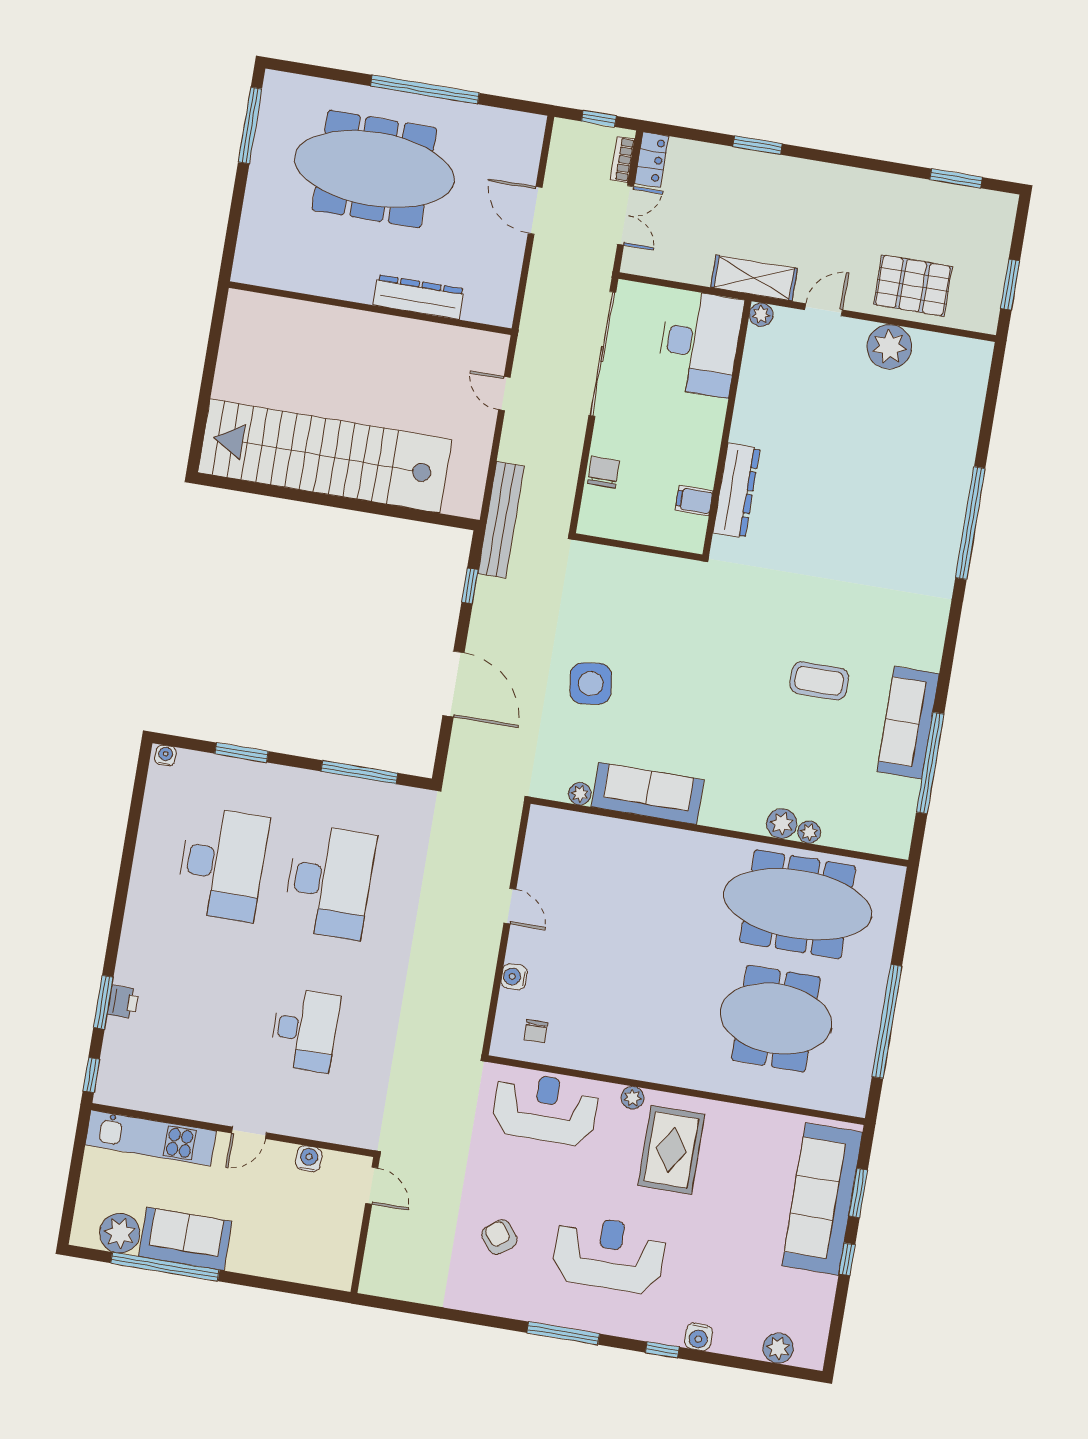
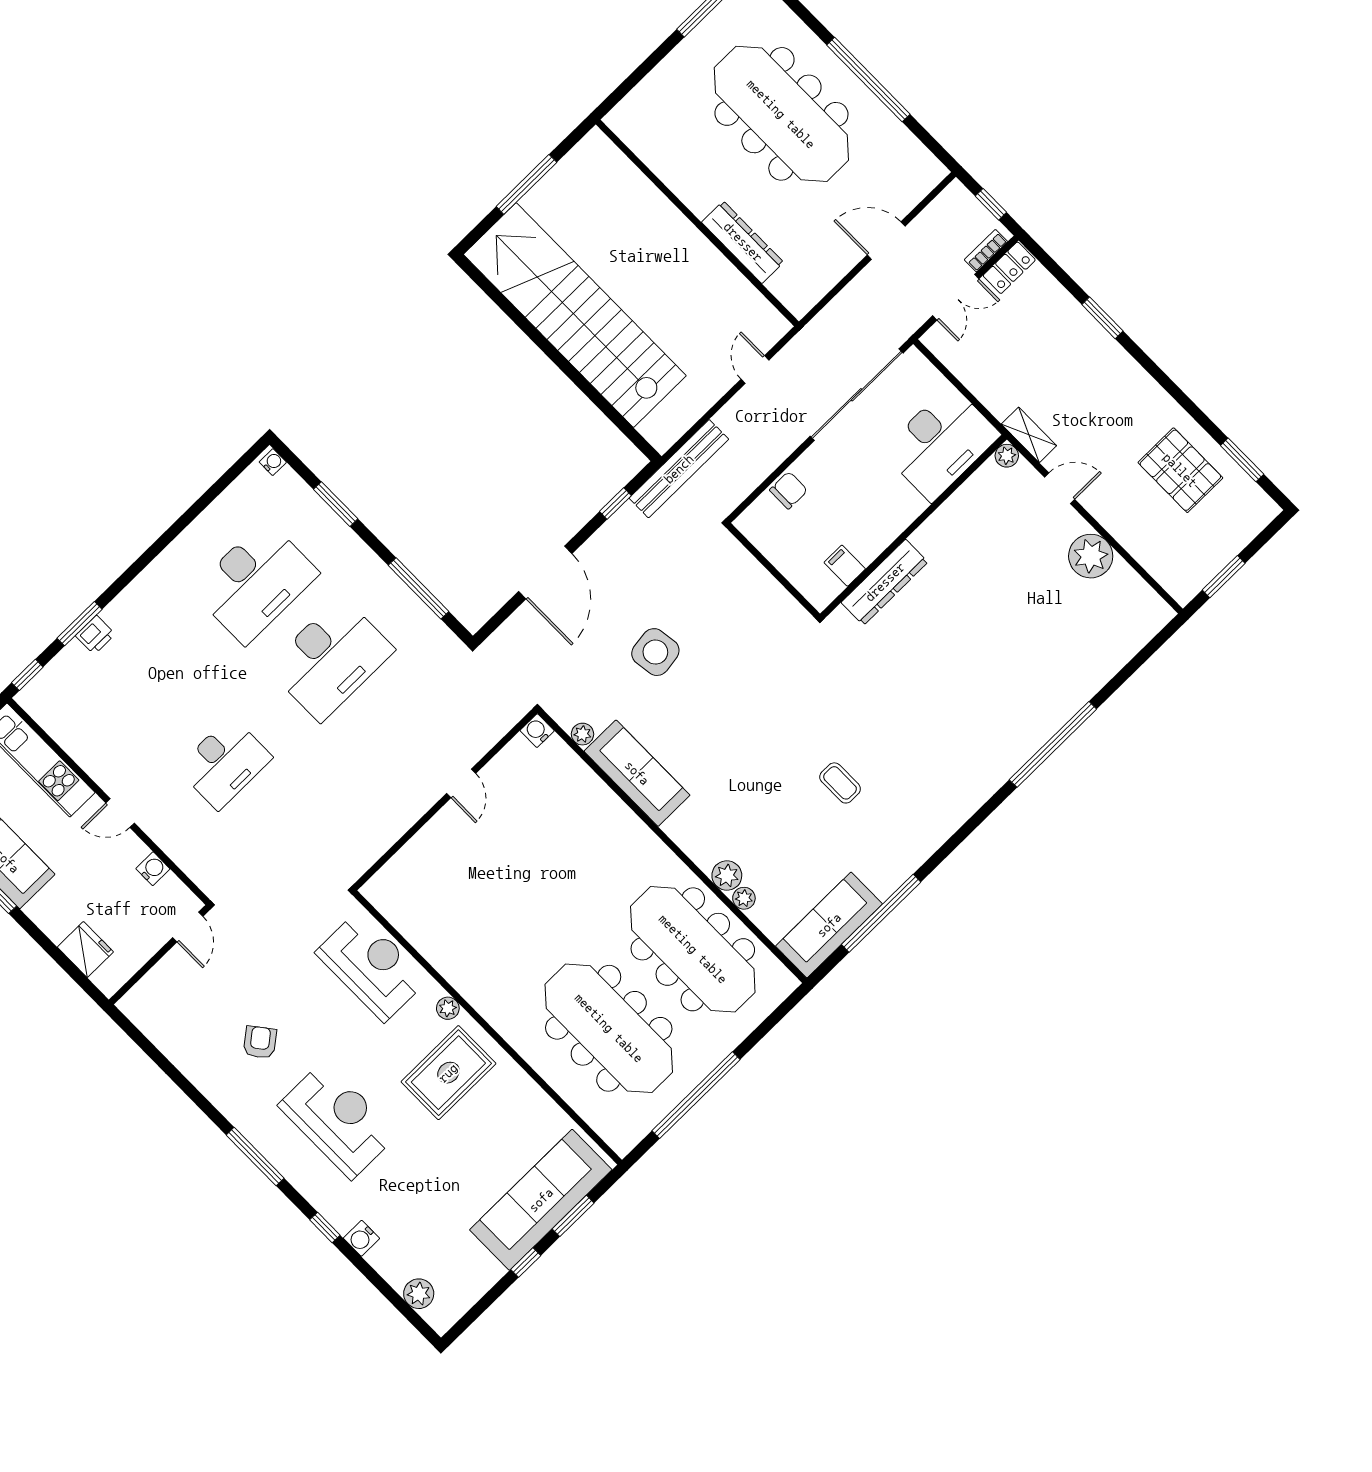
door: (535, 210) -> (886, 241), hinge flipped
shelving: (754, 278) -> (1029, 435), width x0.67, depth x0.75
pallet: (913, 286) -> (1180, 470), moved
window: (208, 378) -> (526, 184), added
coffee table: (819, 681) -> (840, 783), width x0.73, depth x0.77
sofa: (908, 723) -> (829, 925), moved
water cooler: (514, 977) -> (537, 731), moved
meeting table: (776, 1019) -> (609, 1028), width x1.36
chair: (536, 1031) -> (409, 899), removed
fridge: (302, 1265) -> (85, 949), added

